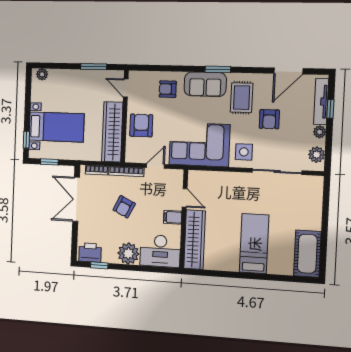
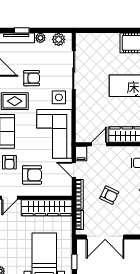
armchair: (141, 125) -> (32, 175), moved, turned 180
filing cabinet: (173, 217) -> (81, 154), moved

